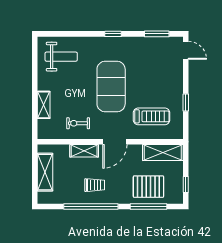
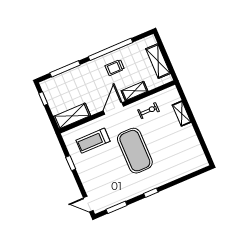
weight bench: (61, 57) -> (184, 157), removed
pallet: (148, 187) -> (72, 84), removed

